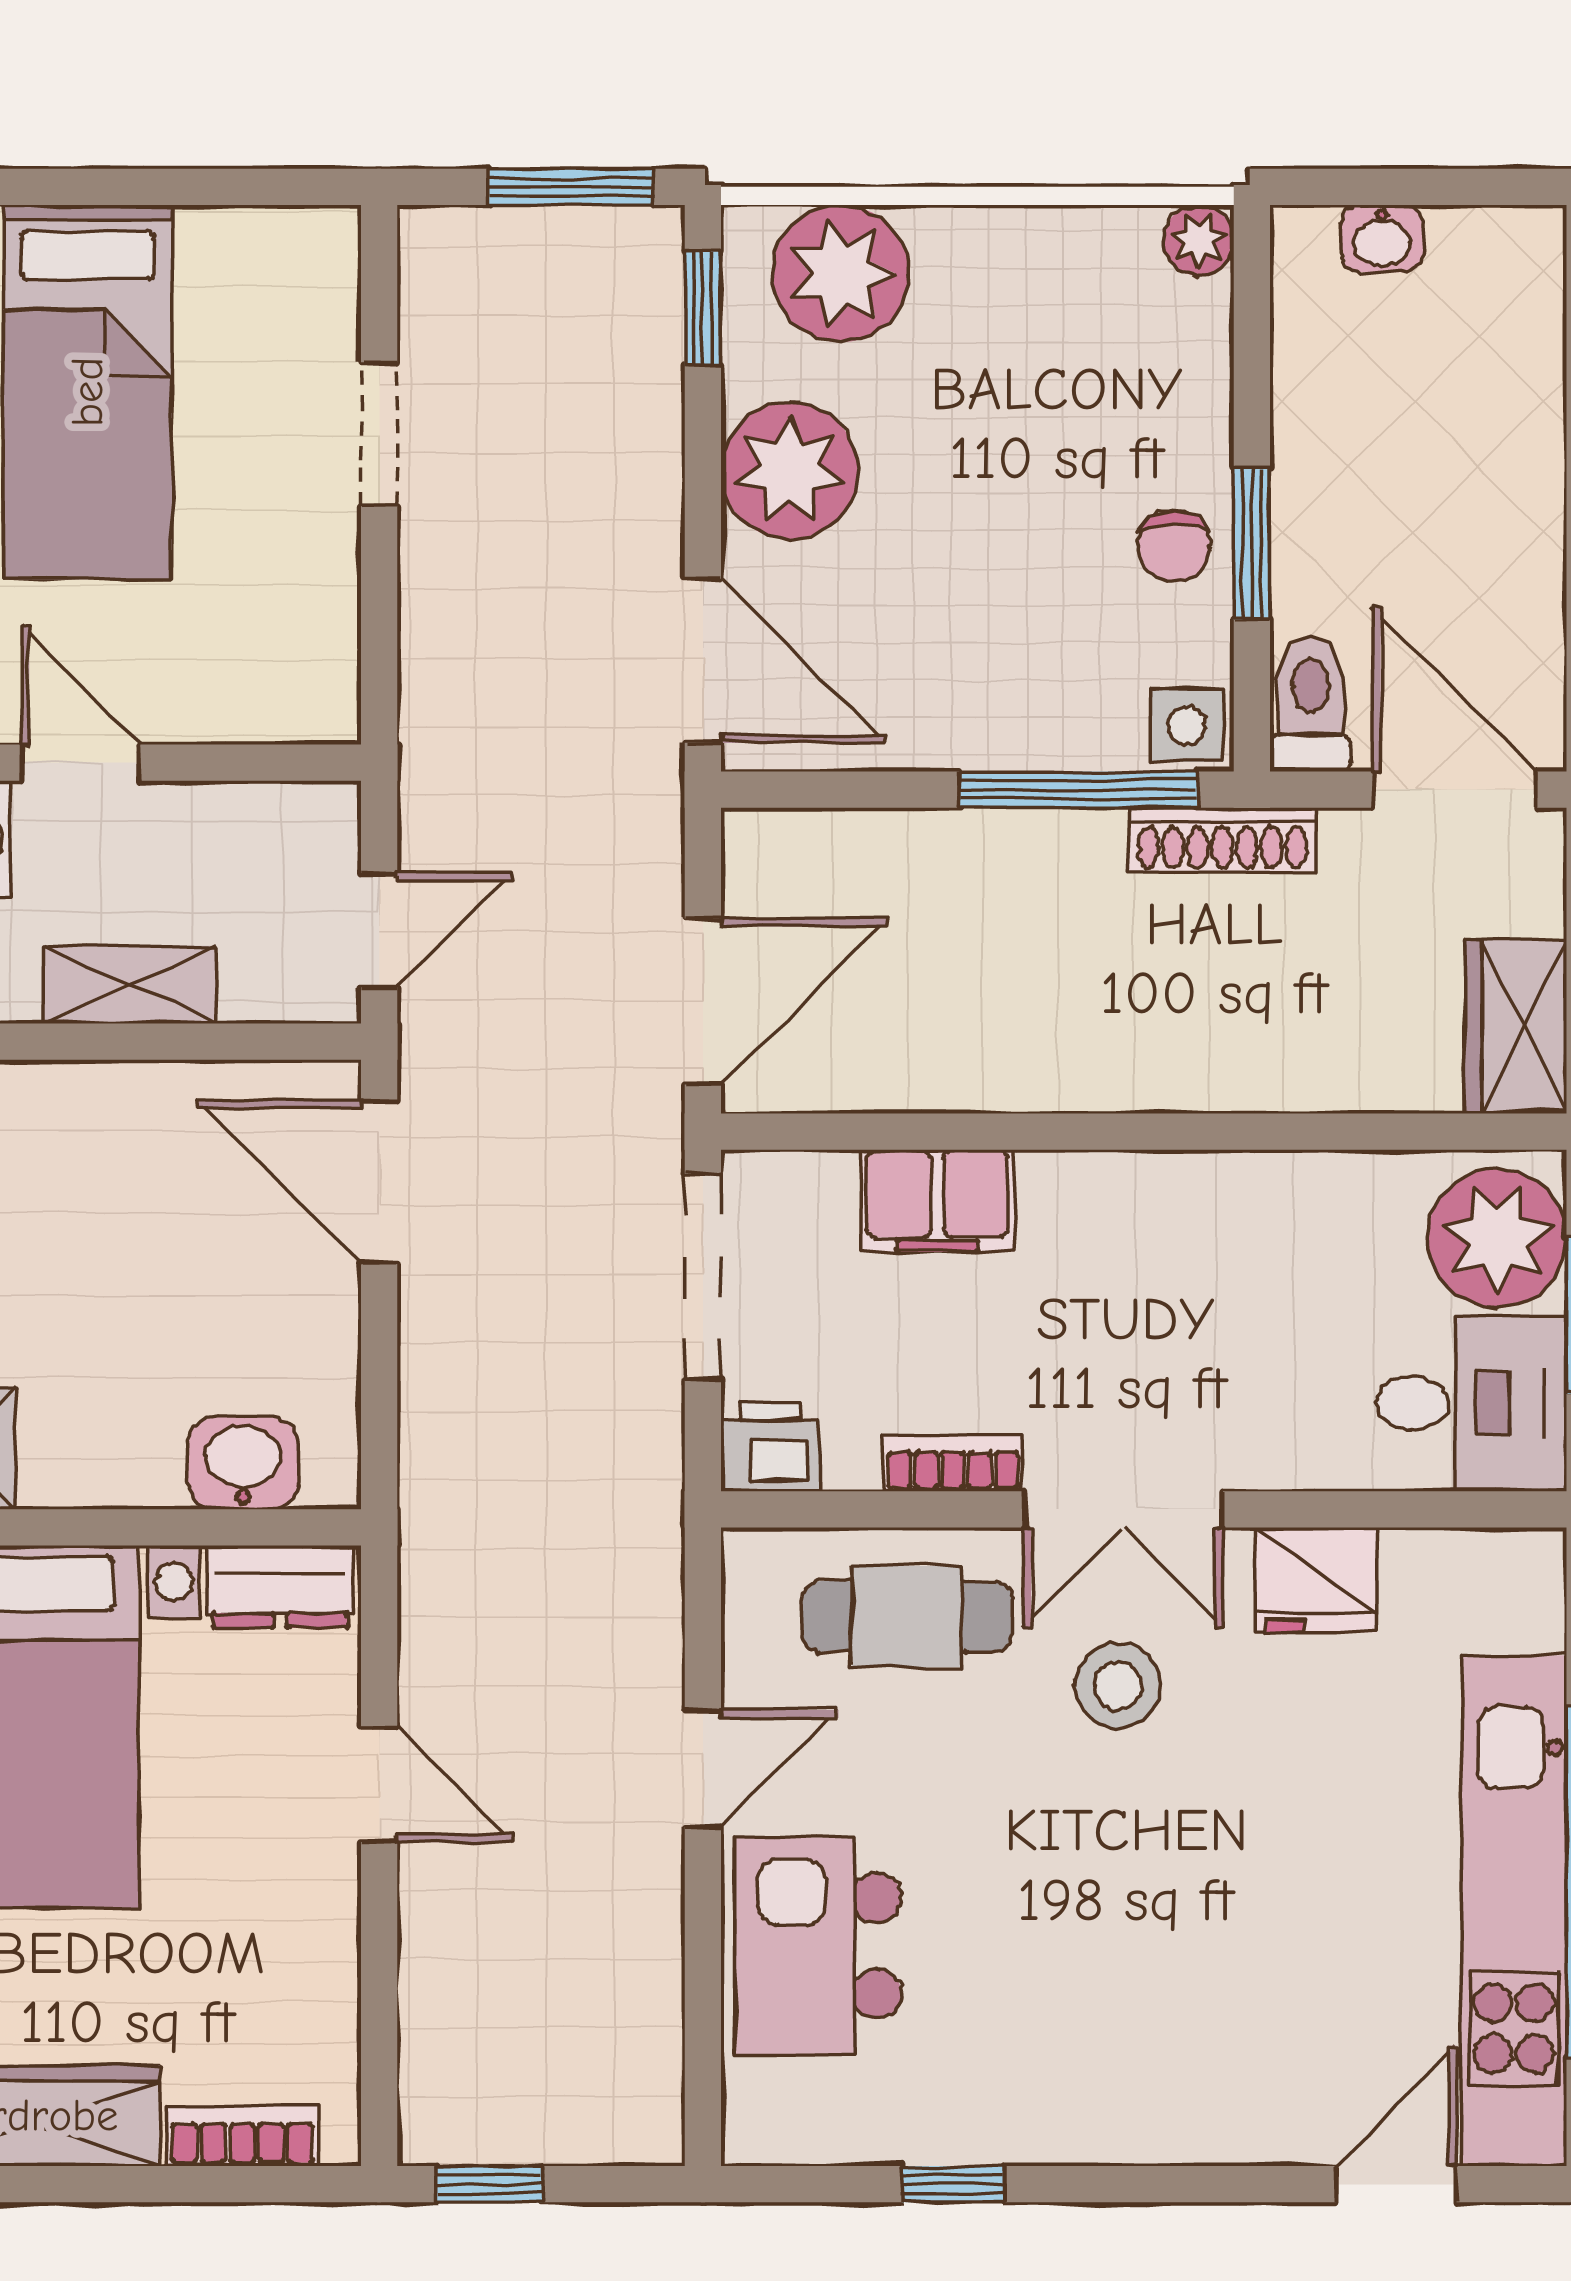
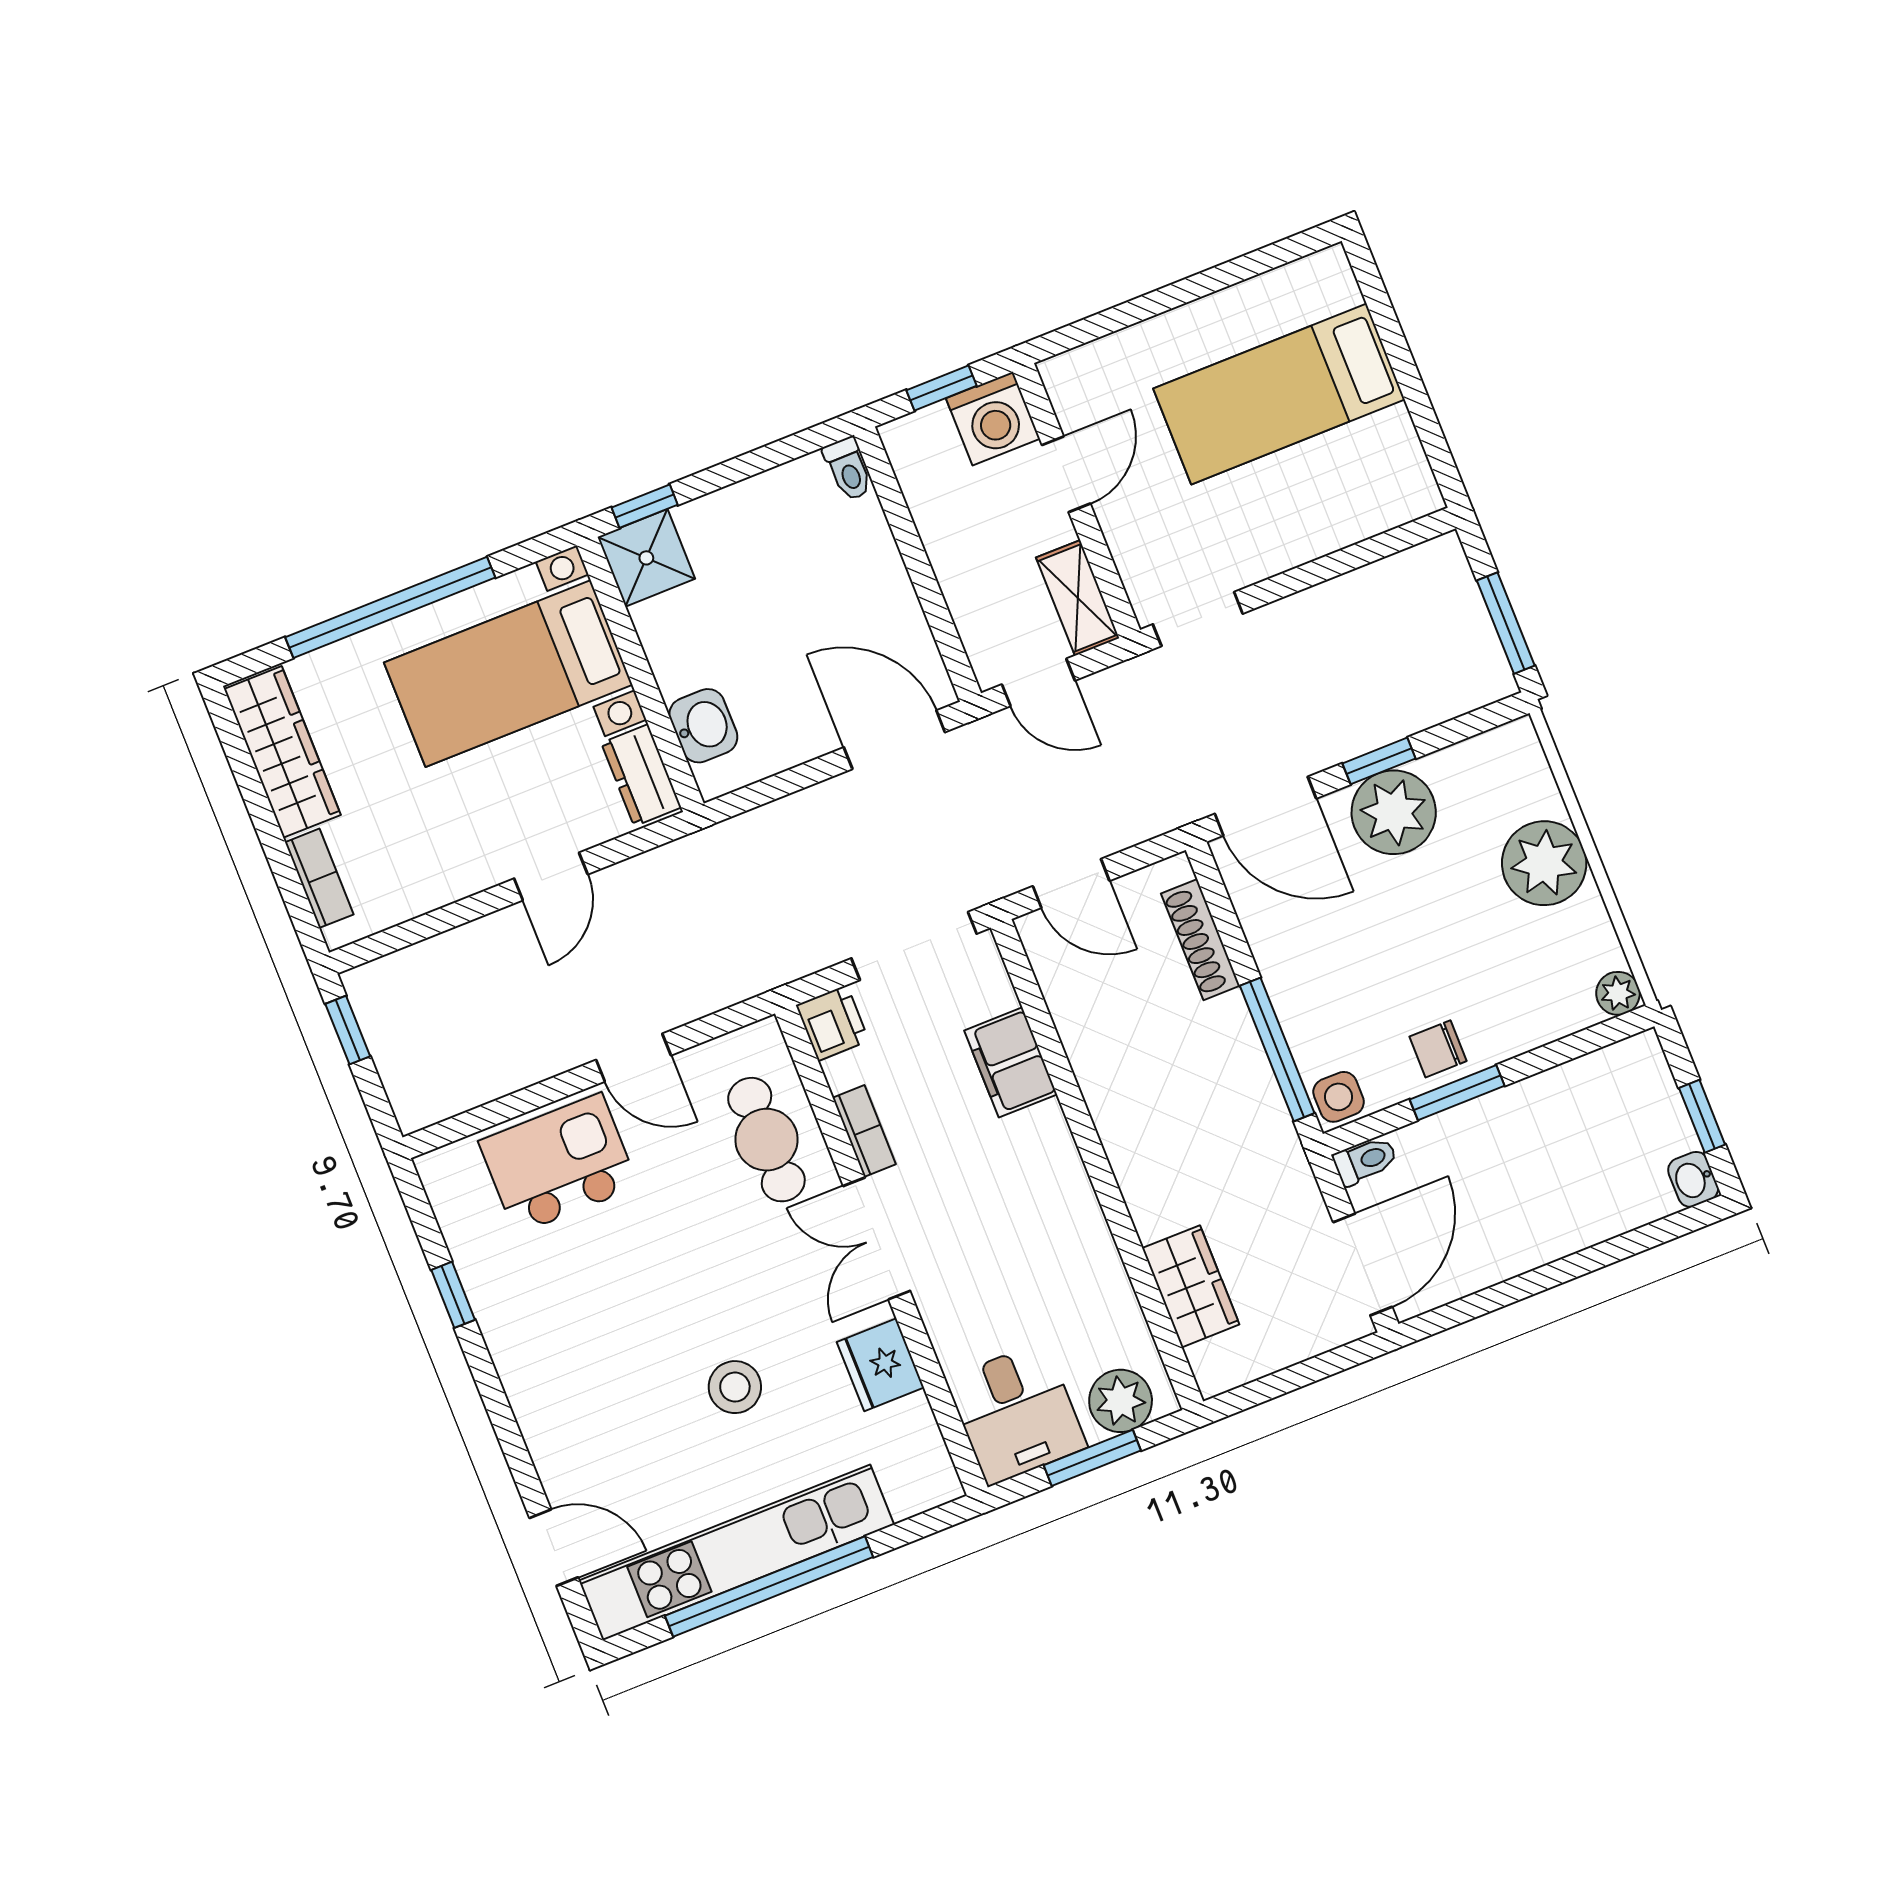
window: (1435, 187) -> (1702, 1116), added
washbasin: (1382, 239) -> (1693, 1179), moved
plant: (841, 274) -> (1544, 863), moved
window: (703, 308) -> (1379, 761), moved
doorway: (379, 434) -> (1198, 619), moved
door: (703, 661) -> (1266, 806), hinge flipped
toilet: (1311, 705) -> (1365, 1161), width x0.73, depth x0.72
shoe rack: (1222, 840) -> (1200, 940), moved
shelving: (130, 985) -> (1078, 598), moved
door: (703, 1001) -> (1071, 883), width x0.73
wardrobe: (1516, 1026) -> (1191, 1286), moved, turned 90
door: (379, 1182) -> (894, 740), hinge flipped
plant: (1497, 1238) -> (1121, 1401), width x0.73, depth x0.73
stool: (1118, 1686) -> (735, 1387), moved

